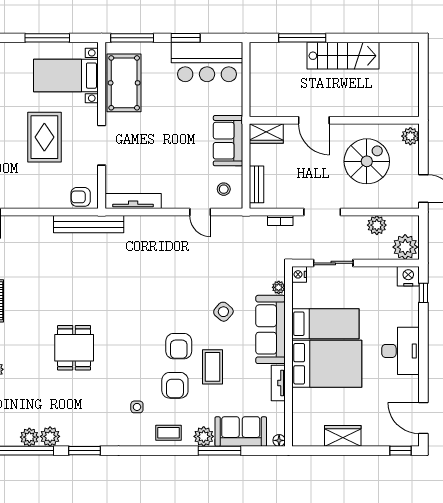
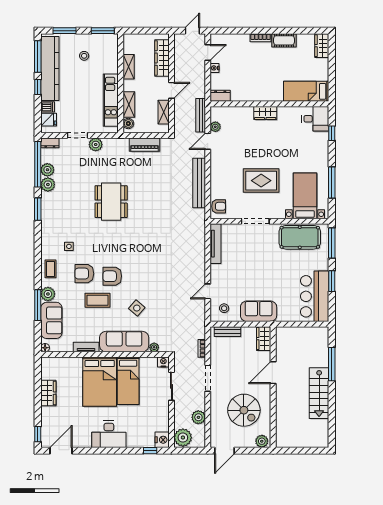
armchair: (81, 197) -> (219, 206), turned 90
bench: (89, 224) -> (199, 183), moved
dining table: (74, 348) -> (111, 202), width x1.37

